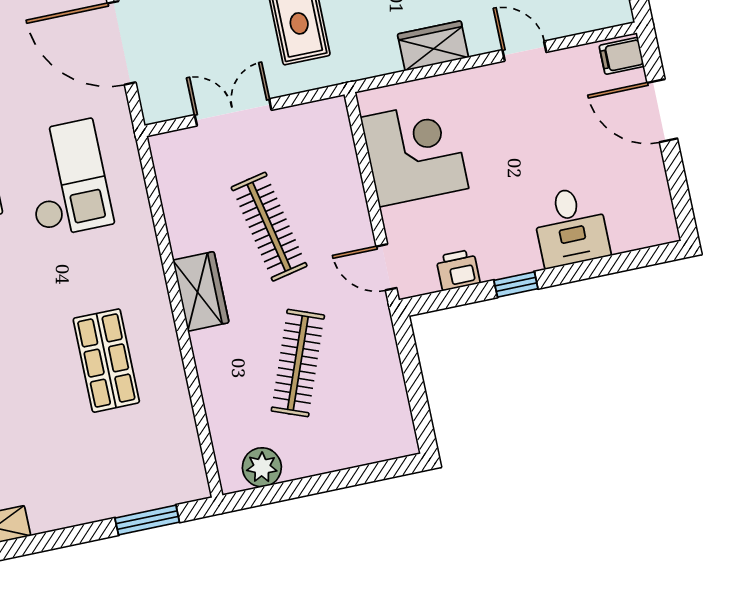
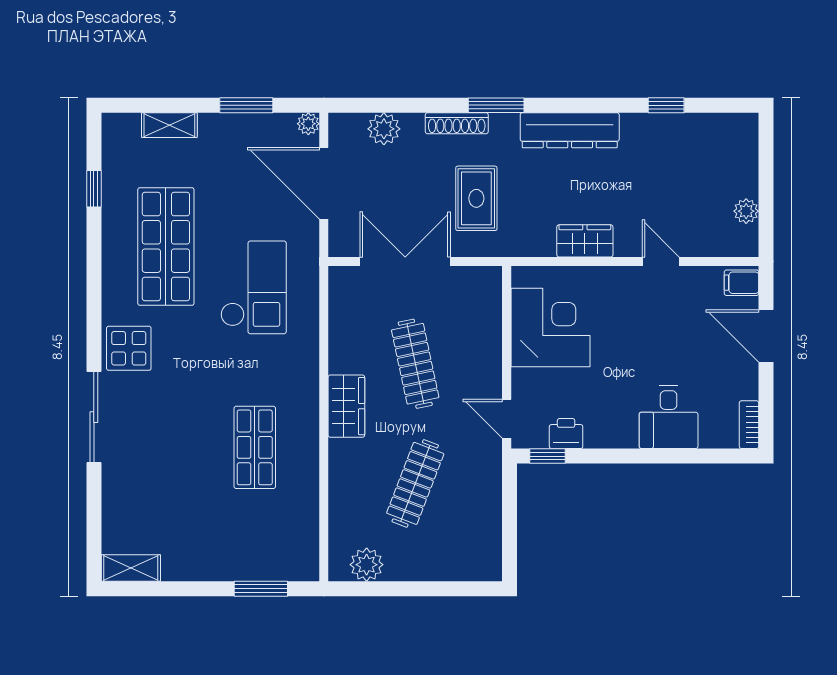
double door: (233, 112) -> (405, 261), width x1.37
bookcase: (664, 216) -> (749, 425), added
window: (516, 284) -> (547, 456), moved

